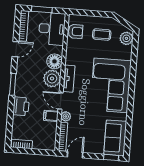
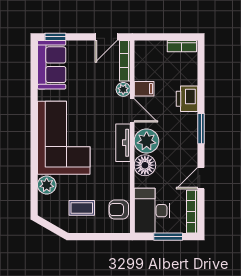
plant: (126, 38) -> (47, 185), moved

